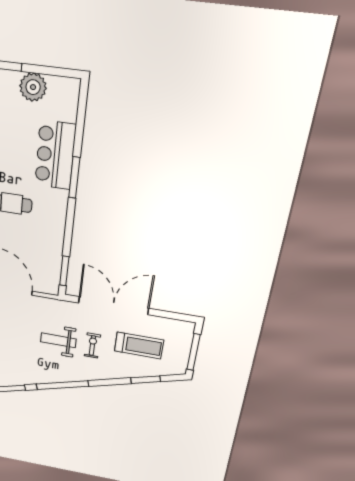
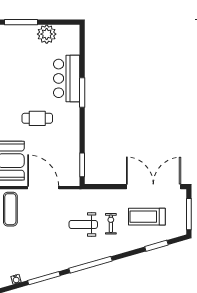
double door: (113, 306) -> (153, 187), moved
treadmill: (139, 346) -> (147, 217), turned 180

